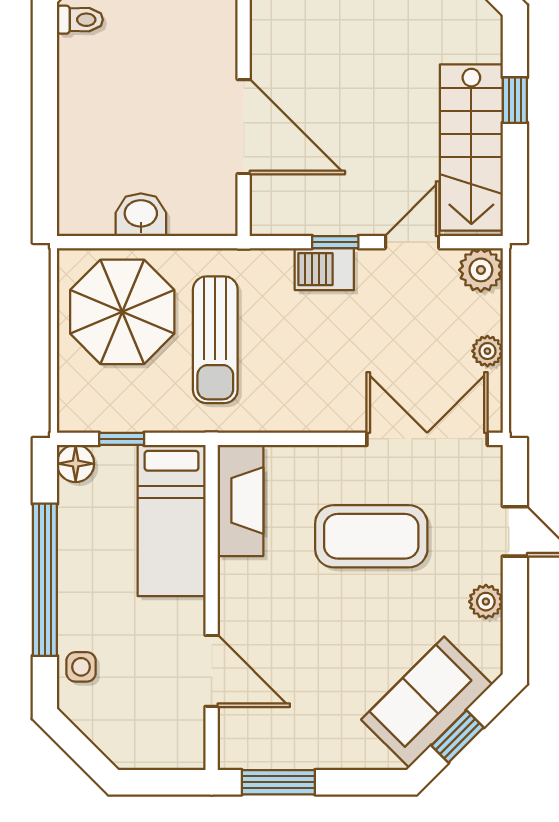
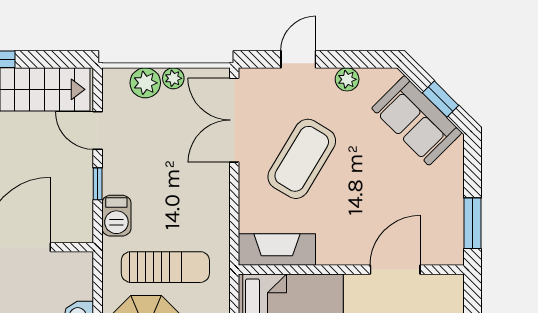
barbecue: (324, 269) -> (116, 216), moved
plant: (481, 270) -> (145, 83), moved
coffee table: (371, 536) -> (302, 159), turned 31

